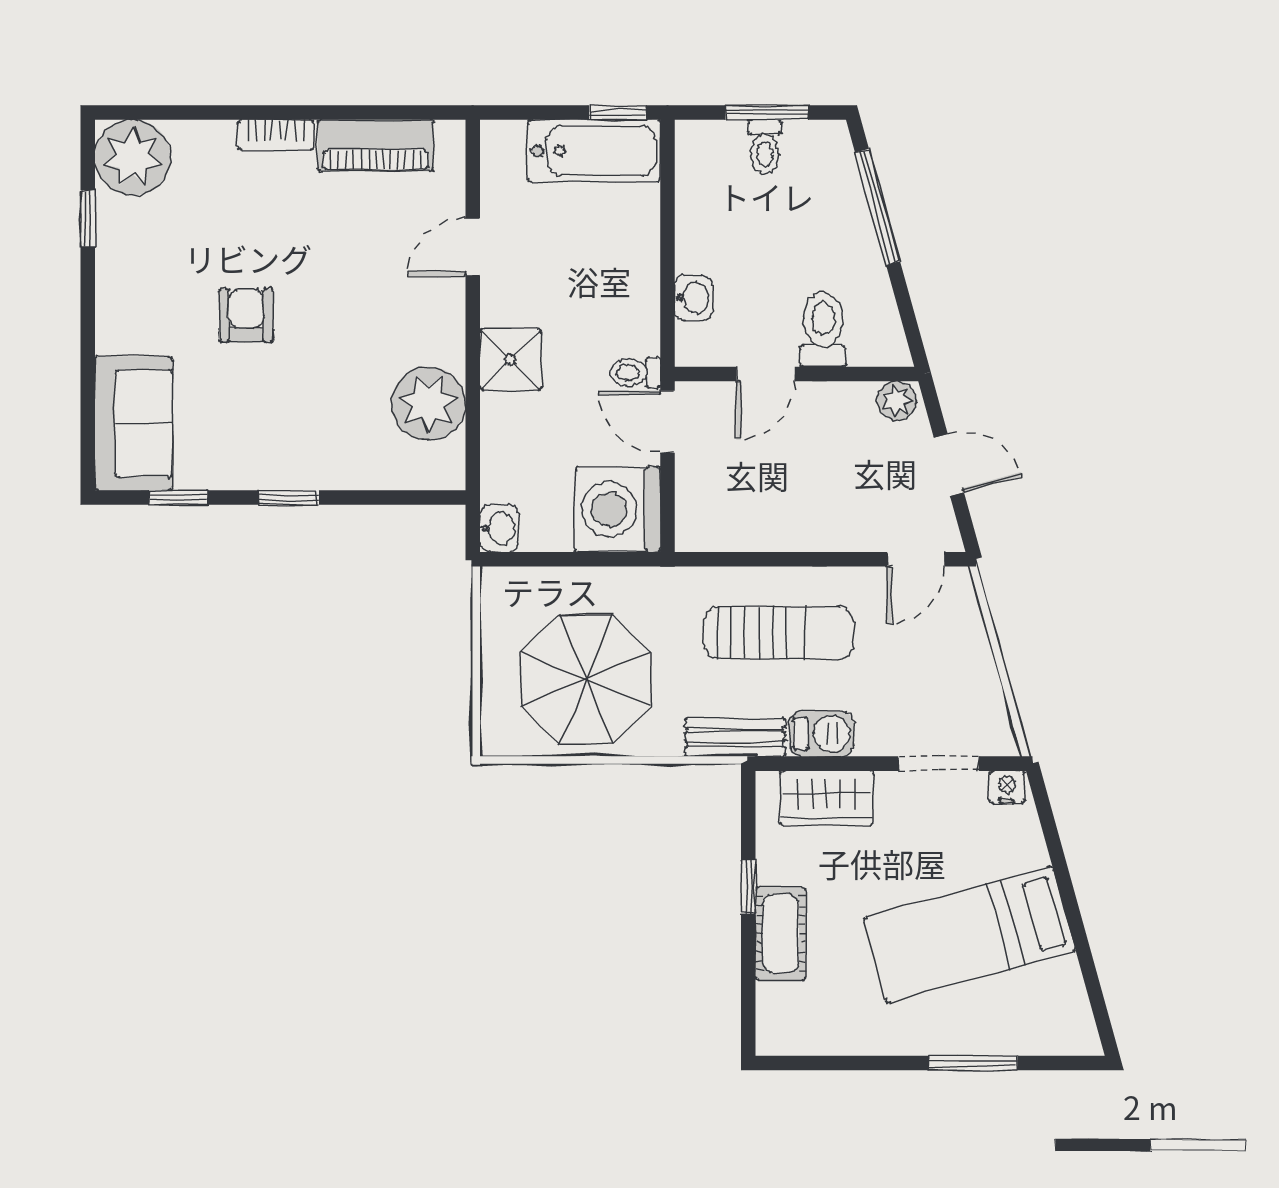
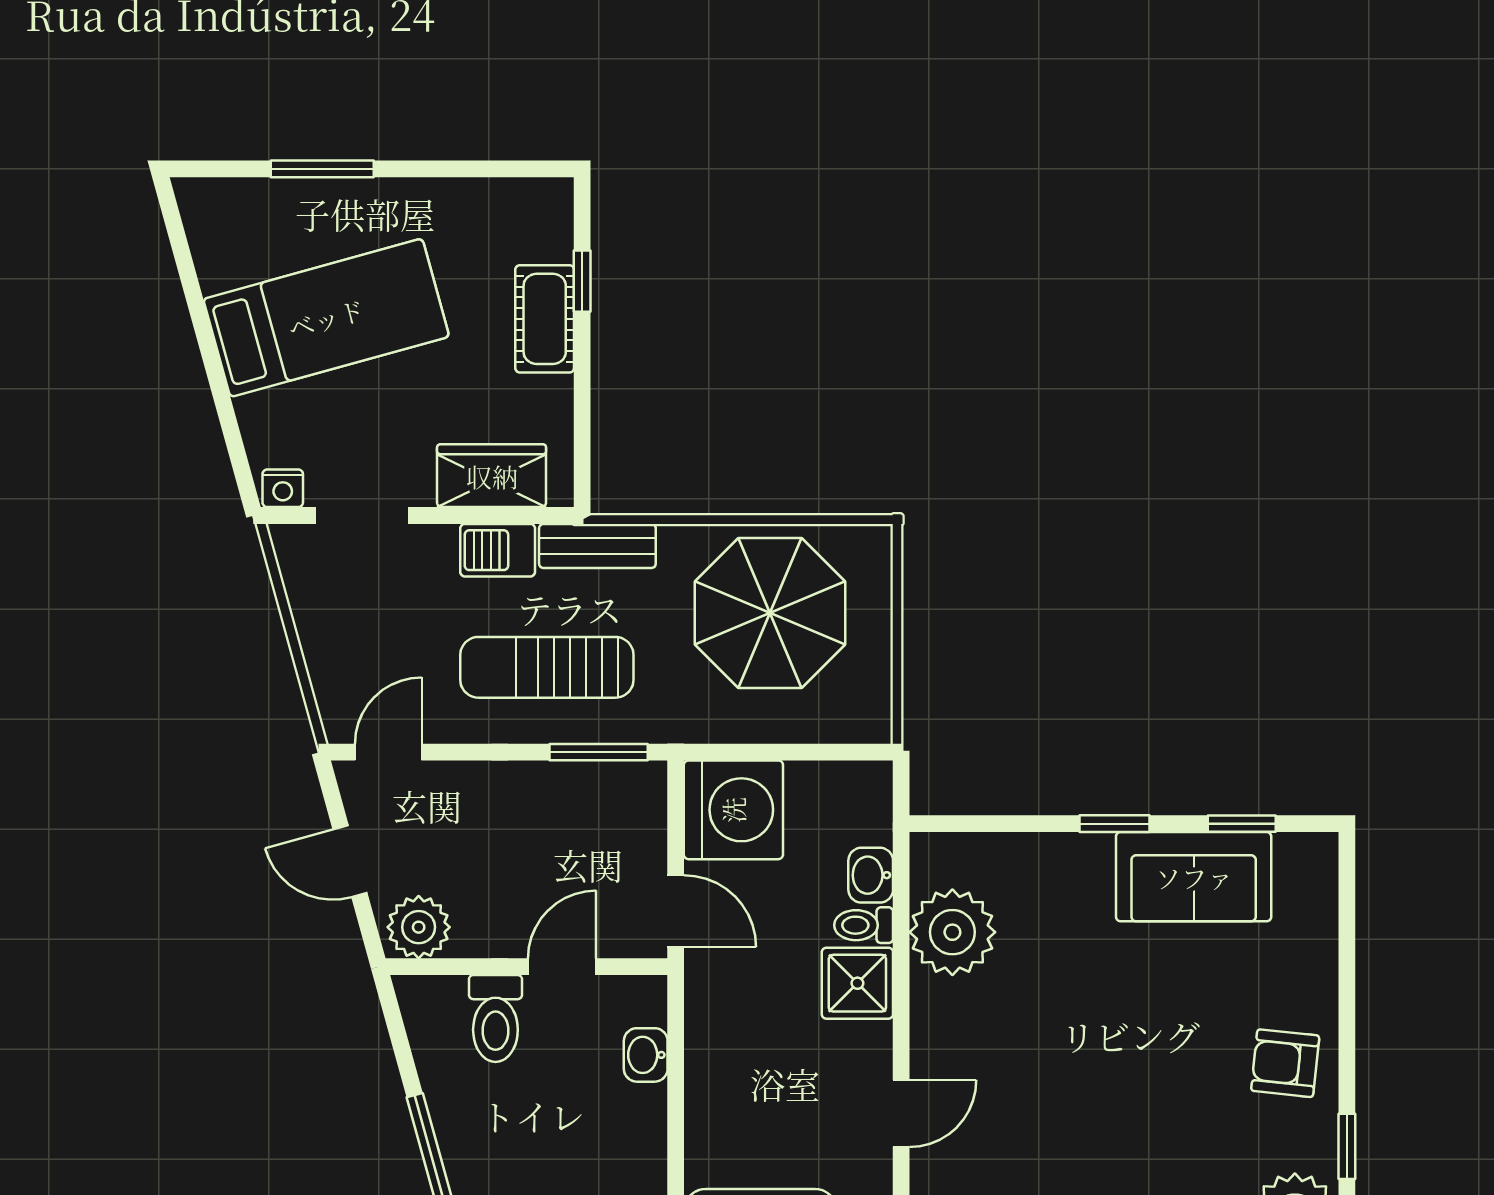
armchair: (246, 315) -> (1285, 1063), moved, turned 96
toilet: (635, 373) -> (864, 925), moved, turned 180
plant: (897, 401) -> (419, 927), width x1.38, depth x1.38
sofa: (134, 423) -> (1194, 877), moved, turned -90
washbasin: (499, 528) -> (871, 875), moved
window: (734, 559) -> (599, 752), added
window: (748, 887) -> (582, 281), moved

